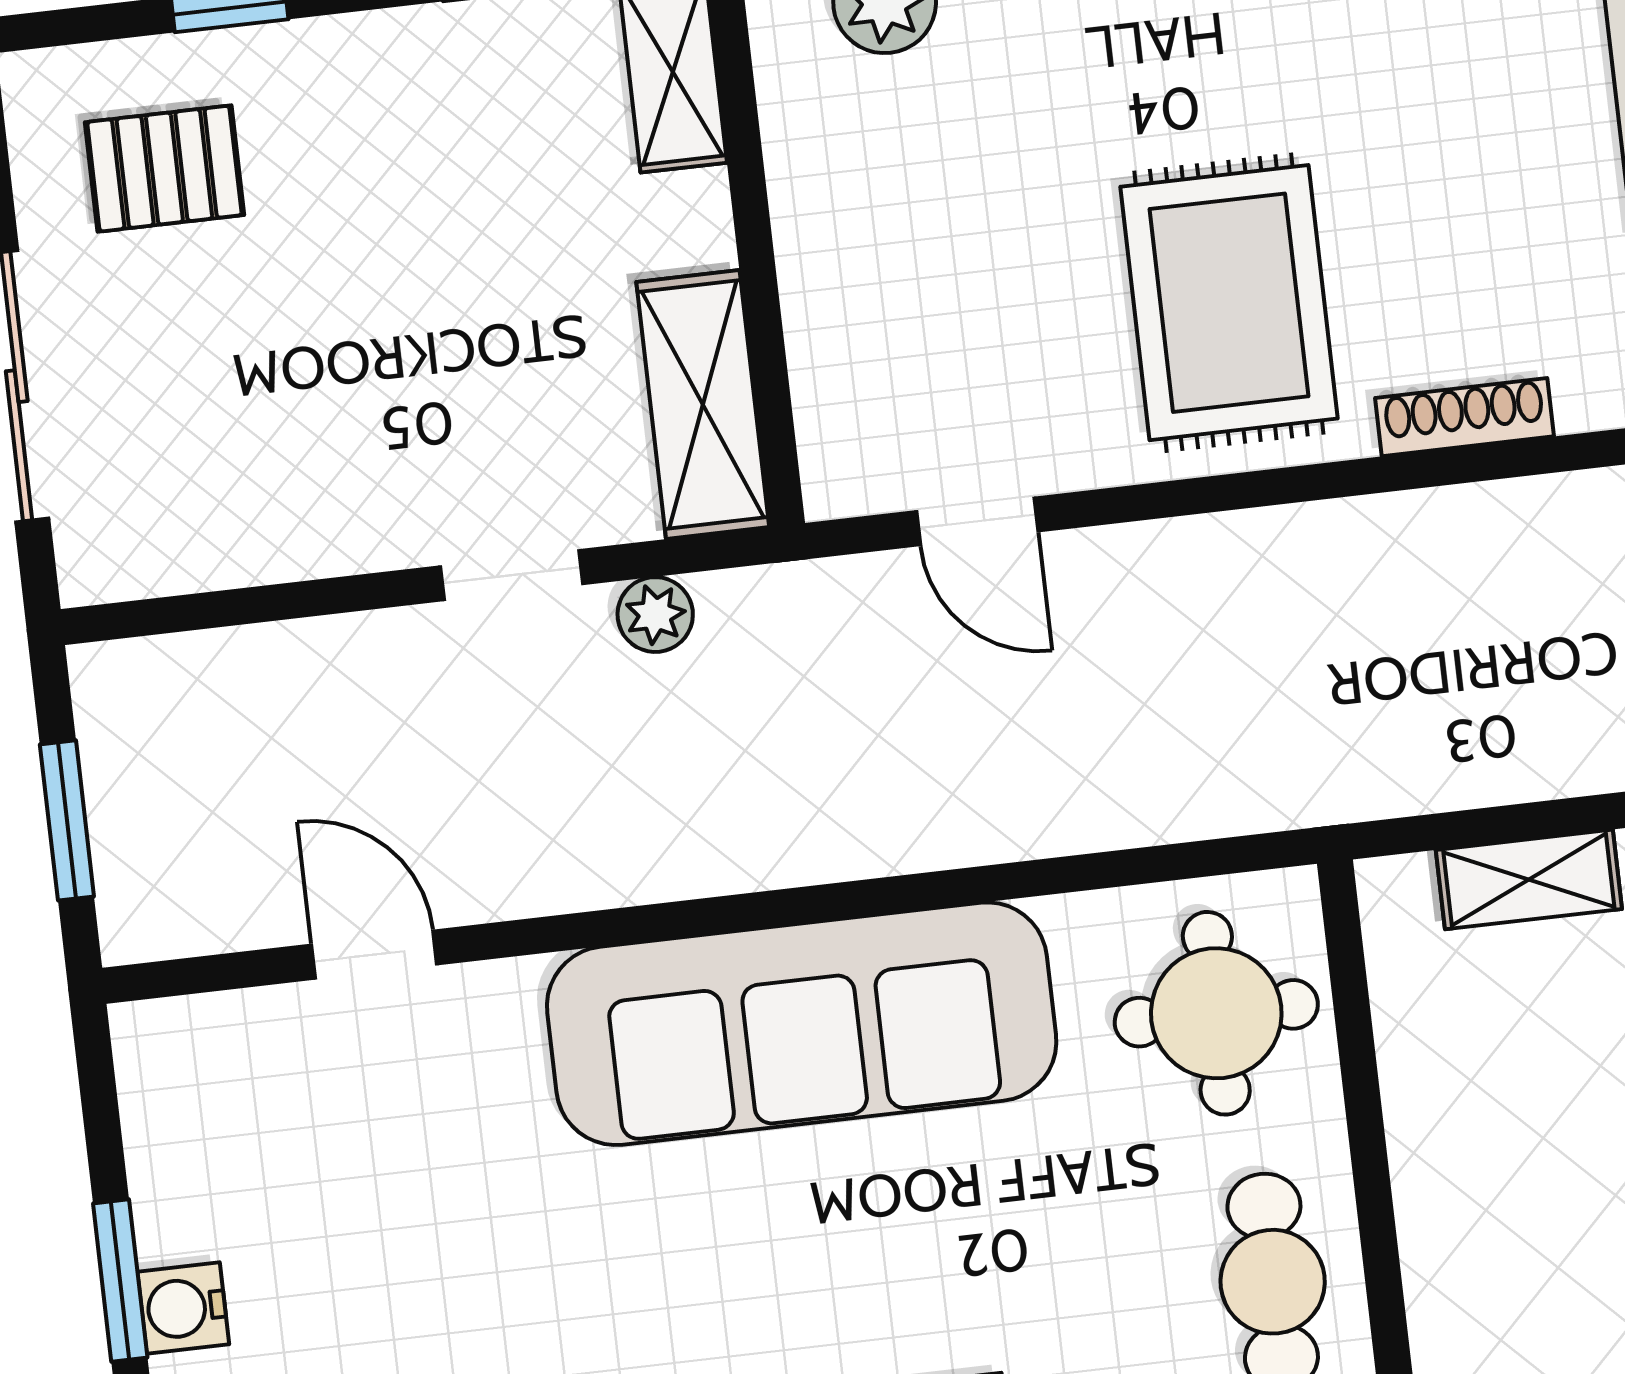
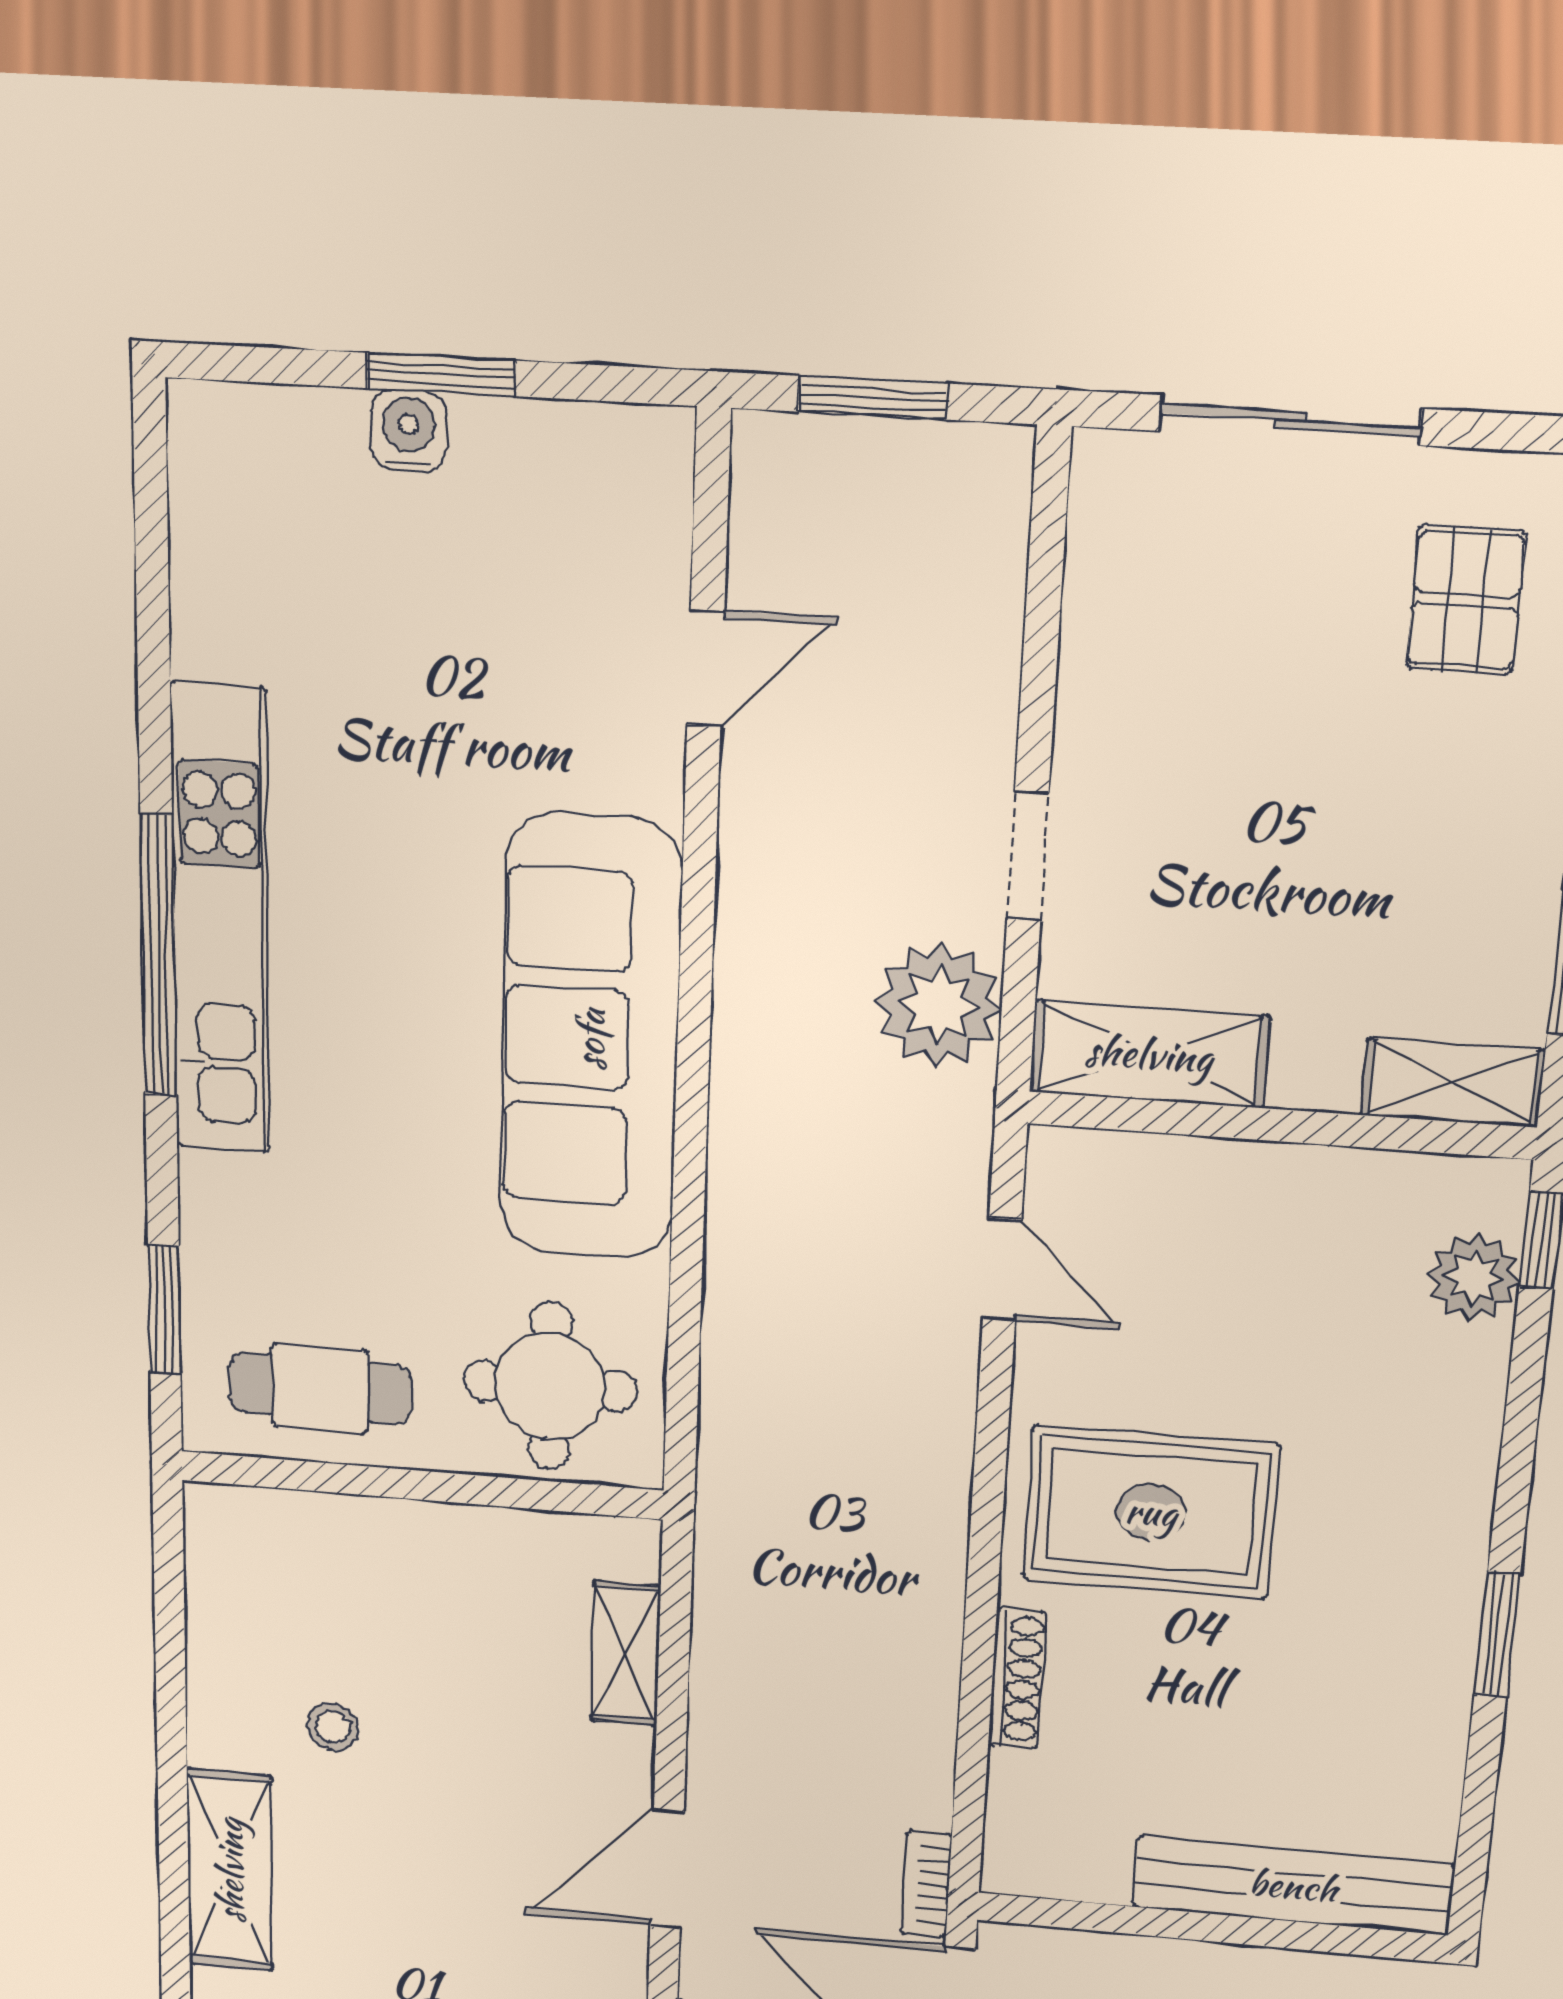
door: (977, 521) -> (1002, 1270), swing flipped
plant: (655, 615) -> (939, 1005), width x1.88, depth x1.88

